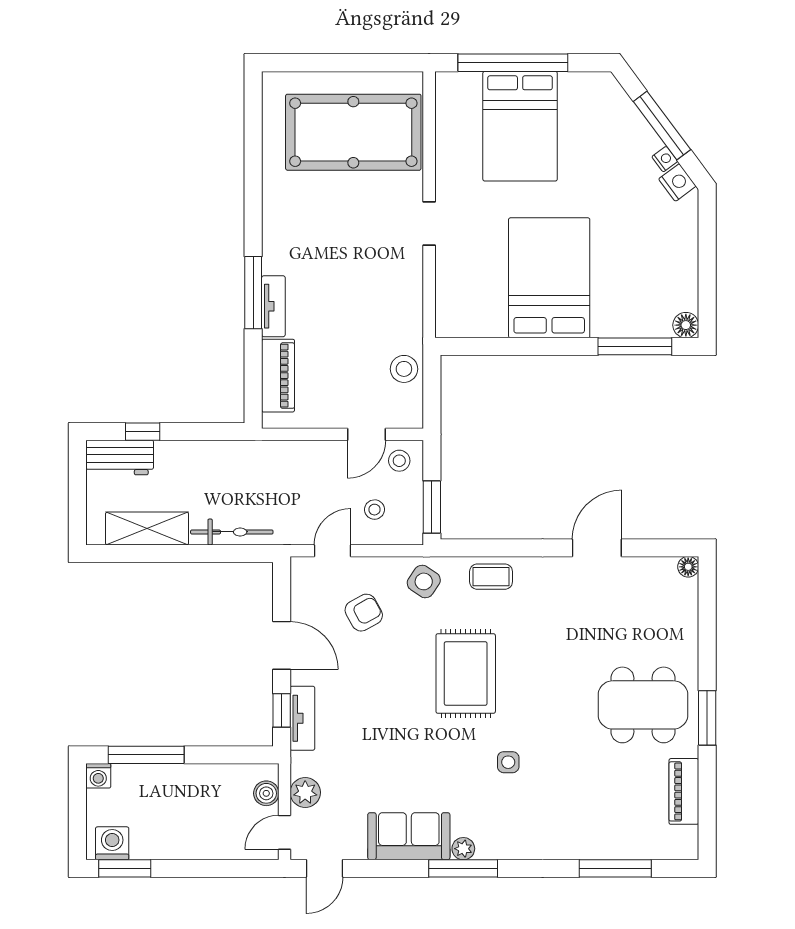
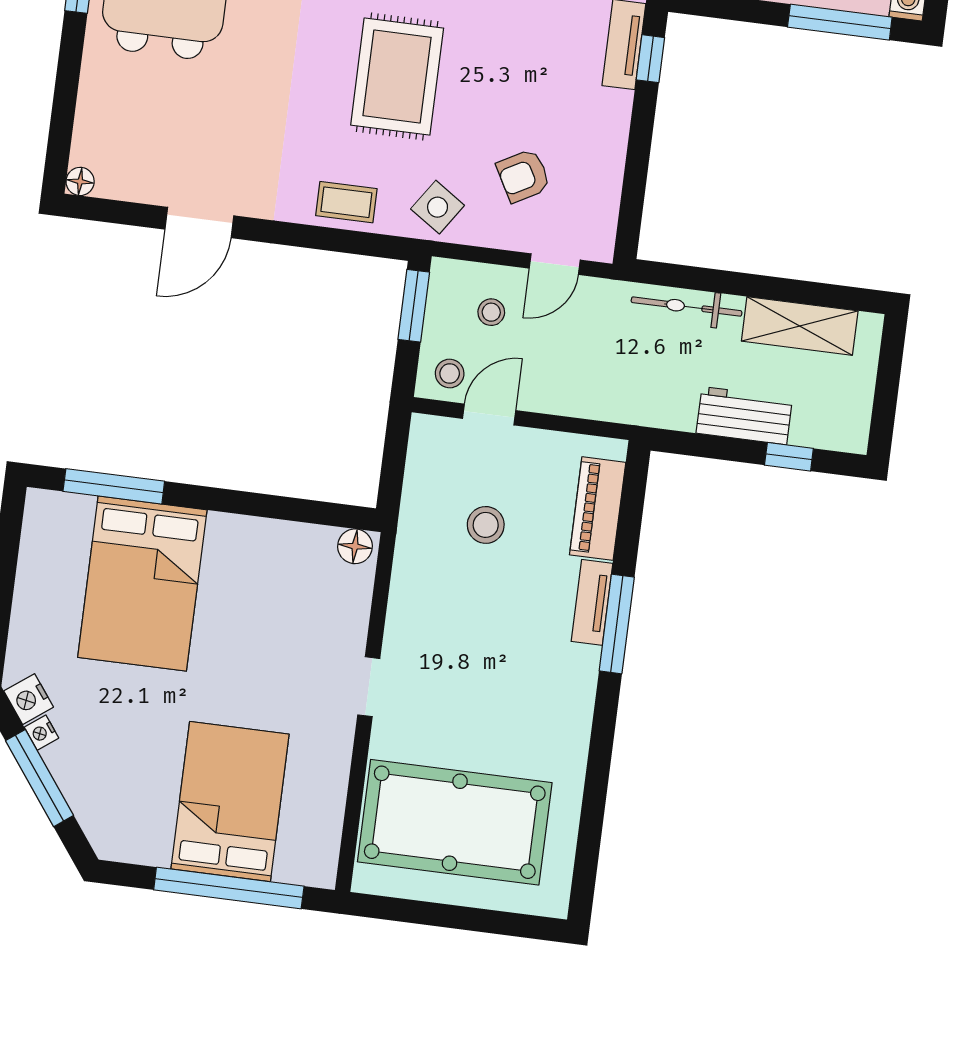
bed: (549, 278) -> (142, 584), moved
floor lamp: (686, 325) -> (355, 546), moved
stool: (404, 369) -> (486, 525), moved
workbench: (120, 458) -> (744, 416), moved
door: (282, 645) -> (639, 146), removed

